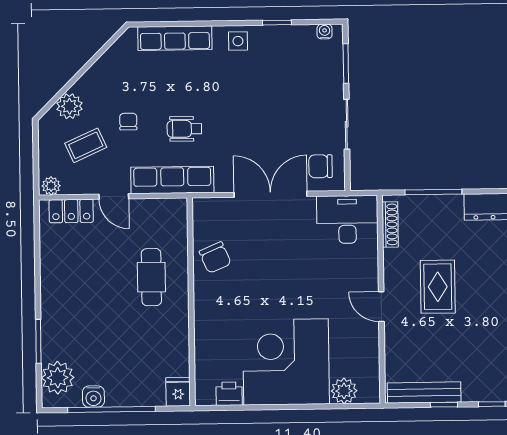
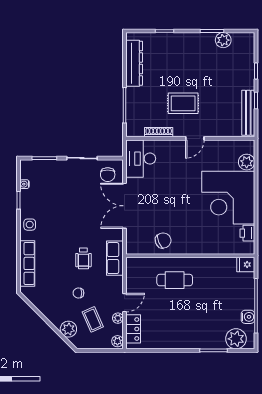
water cooler: (325, 32) -> (25, 184), moved
row of seats: (172, 180) -> (115, 258), width x0.68
plant: (88, 186) -> (118, 318), added
shoe rack: (390, 224) -> (159, 132), moved

